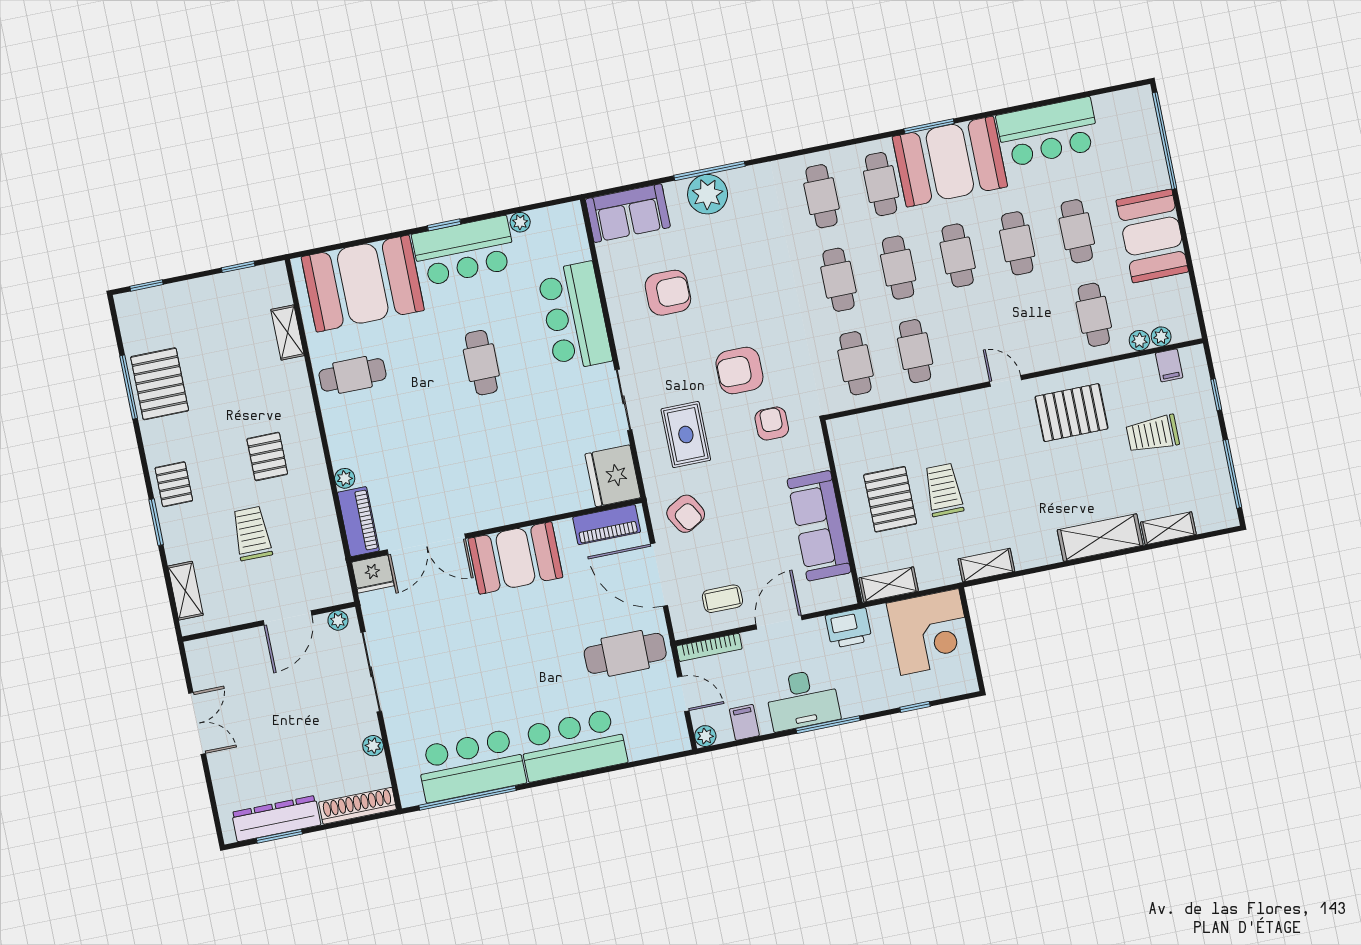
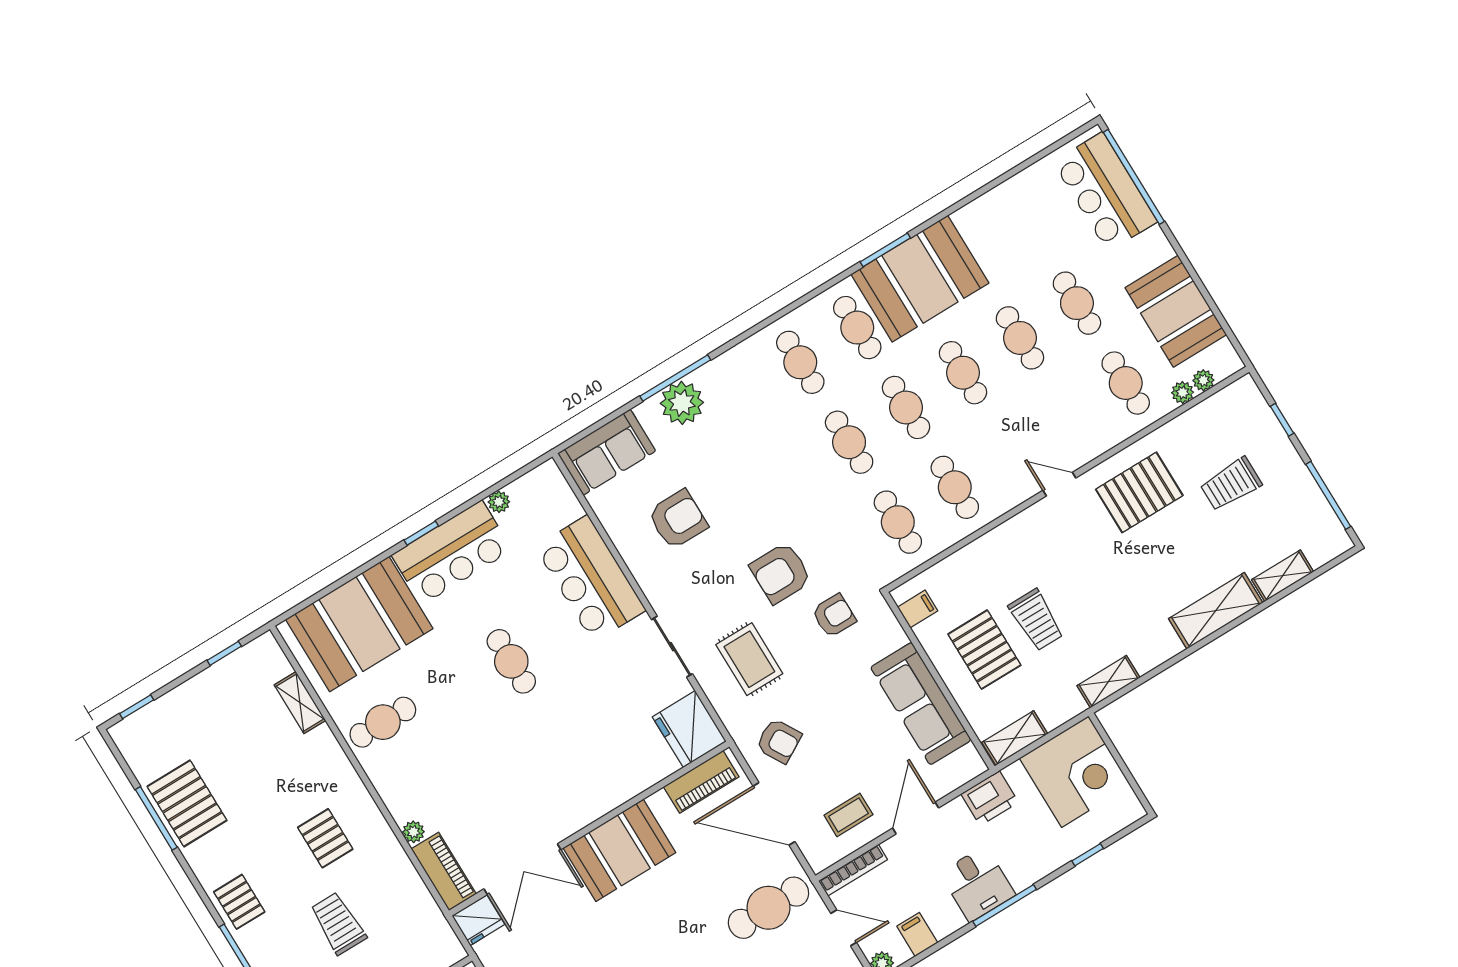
bar counter: (1048, 132) -> (1105, 192), moved, turned 90
booth: (1152, 236) -> (1176, 311), moved
filing cabinet: (1169, 365) -> (918, 609), moved, turned -90
armchair: (772, 424) -> (834, 616), turned 90
trolley: (944, 490) -> (1036, 620), turned 180
desk: (802, 700) -> (977, 884), width x0.73

